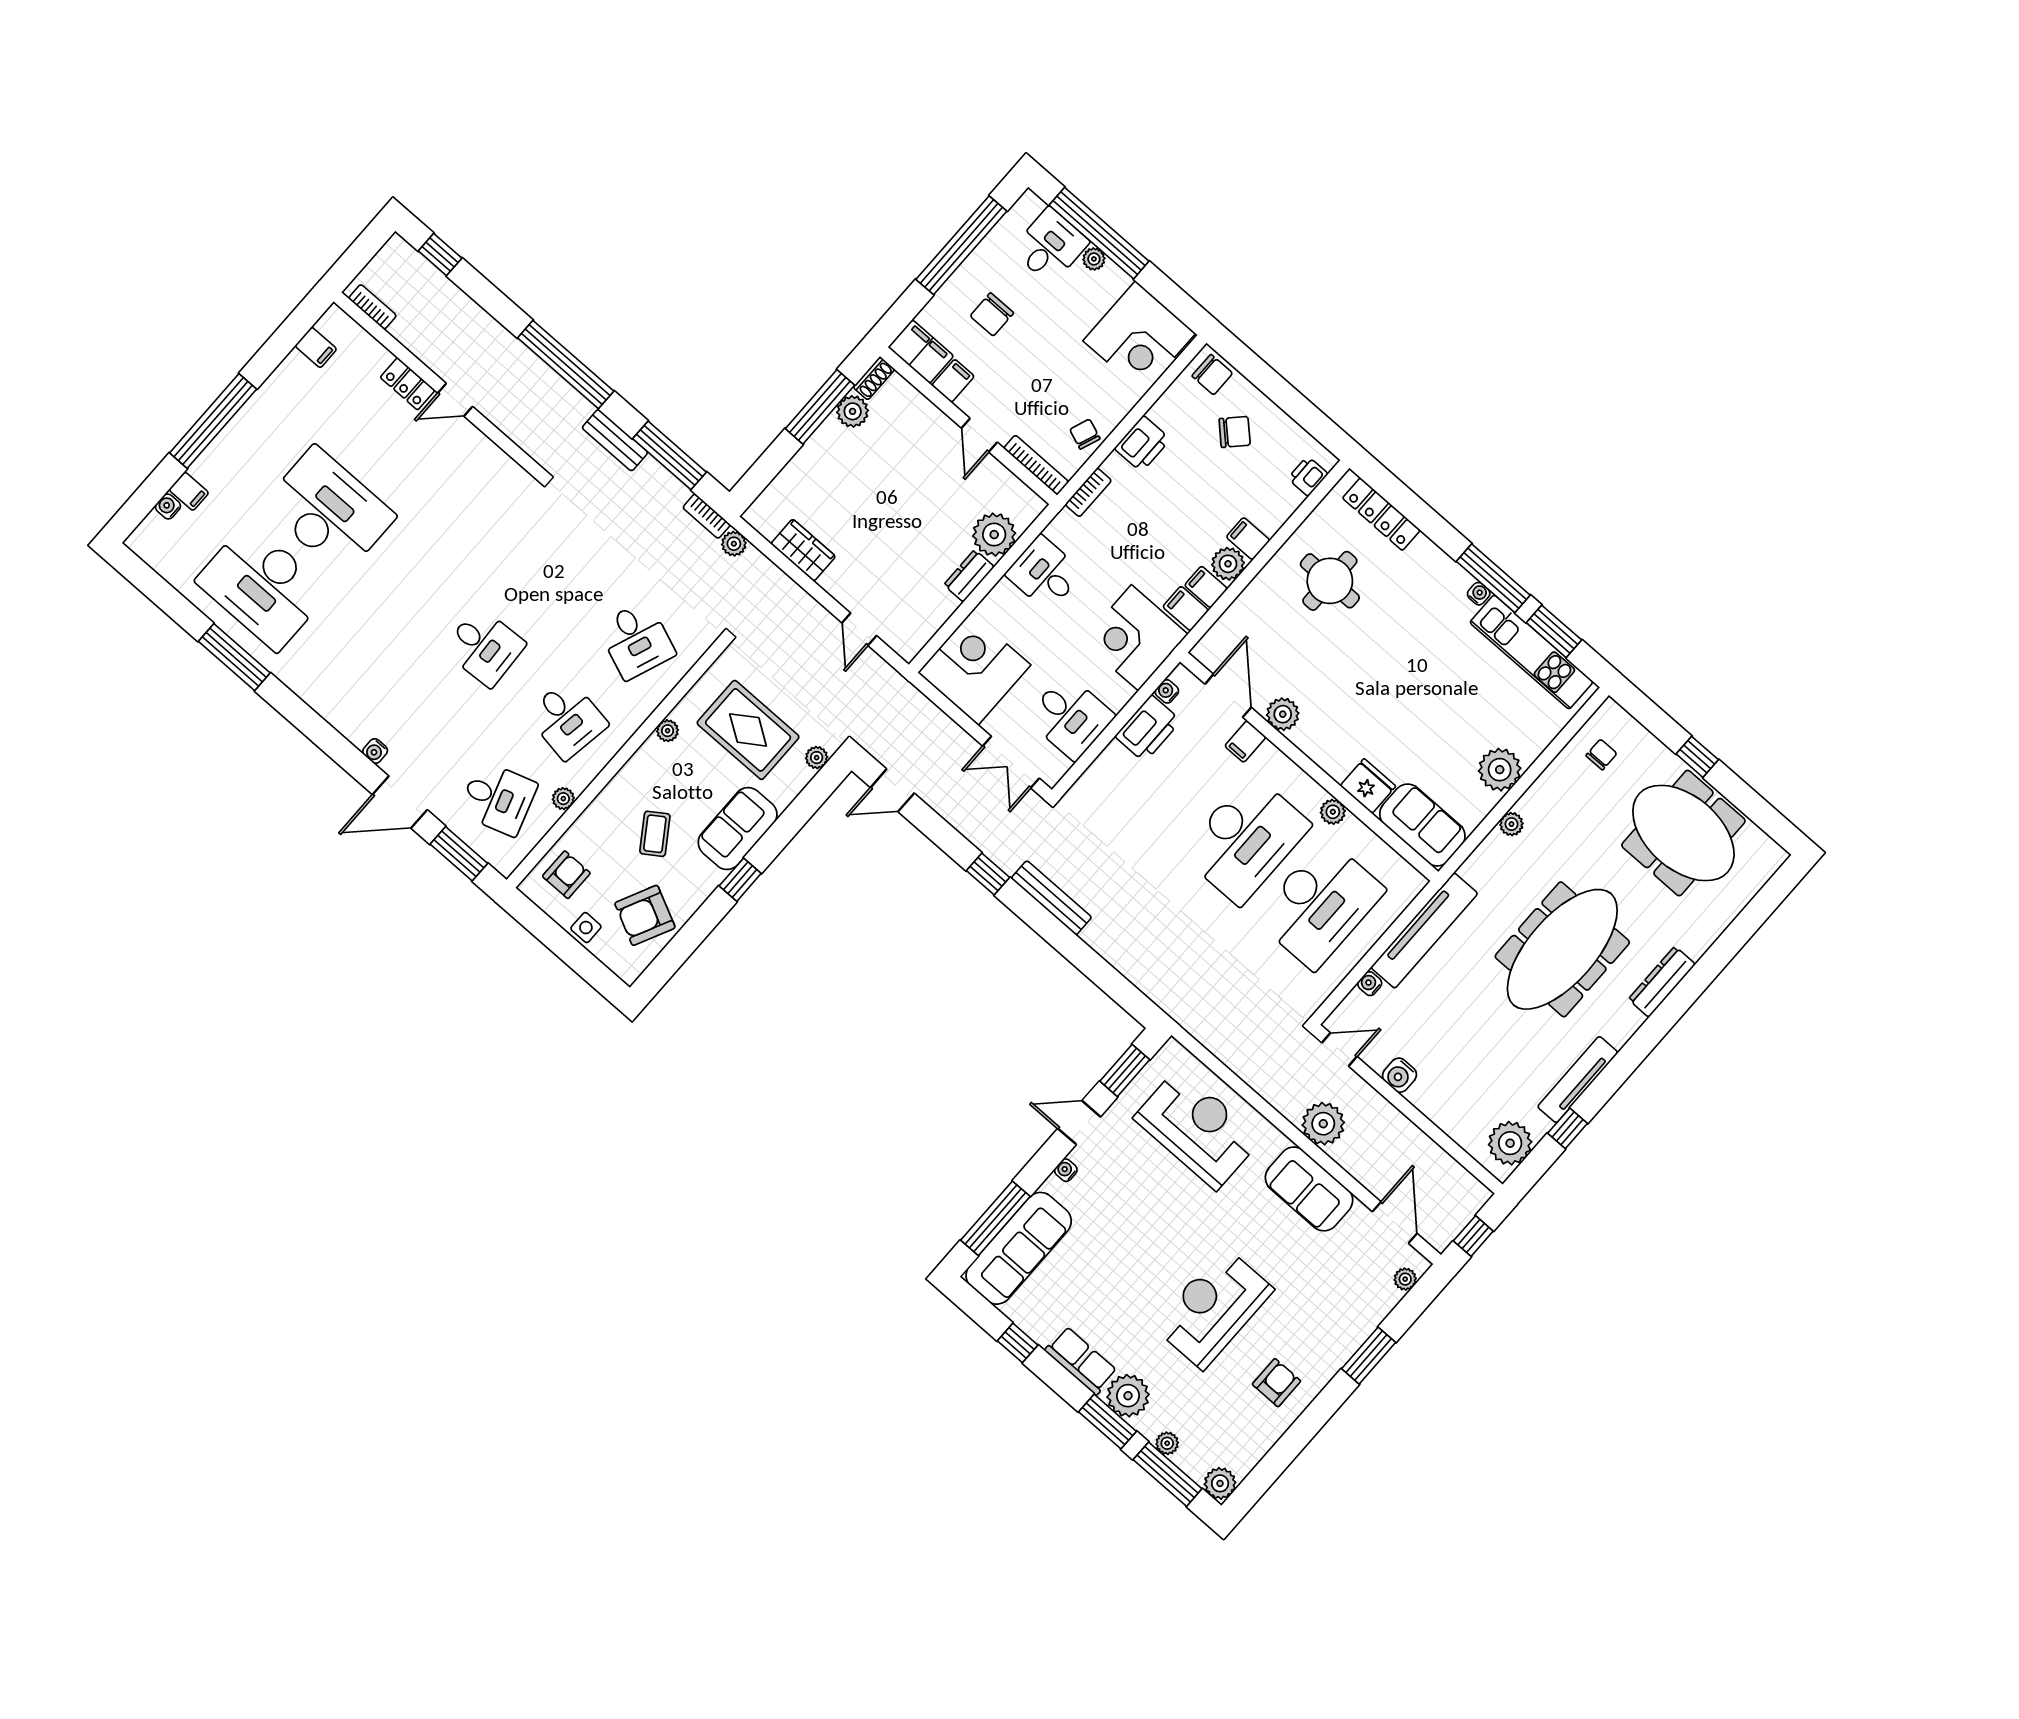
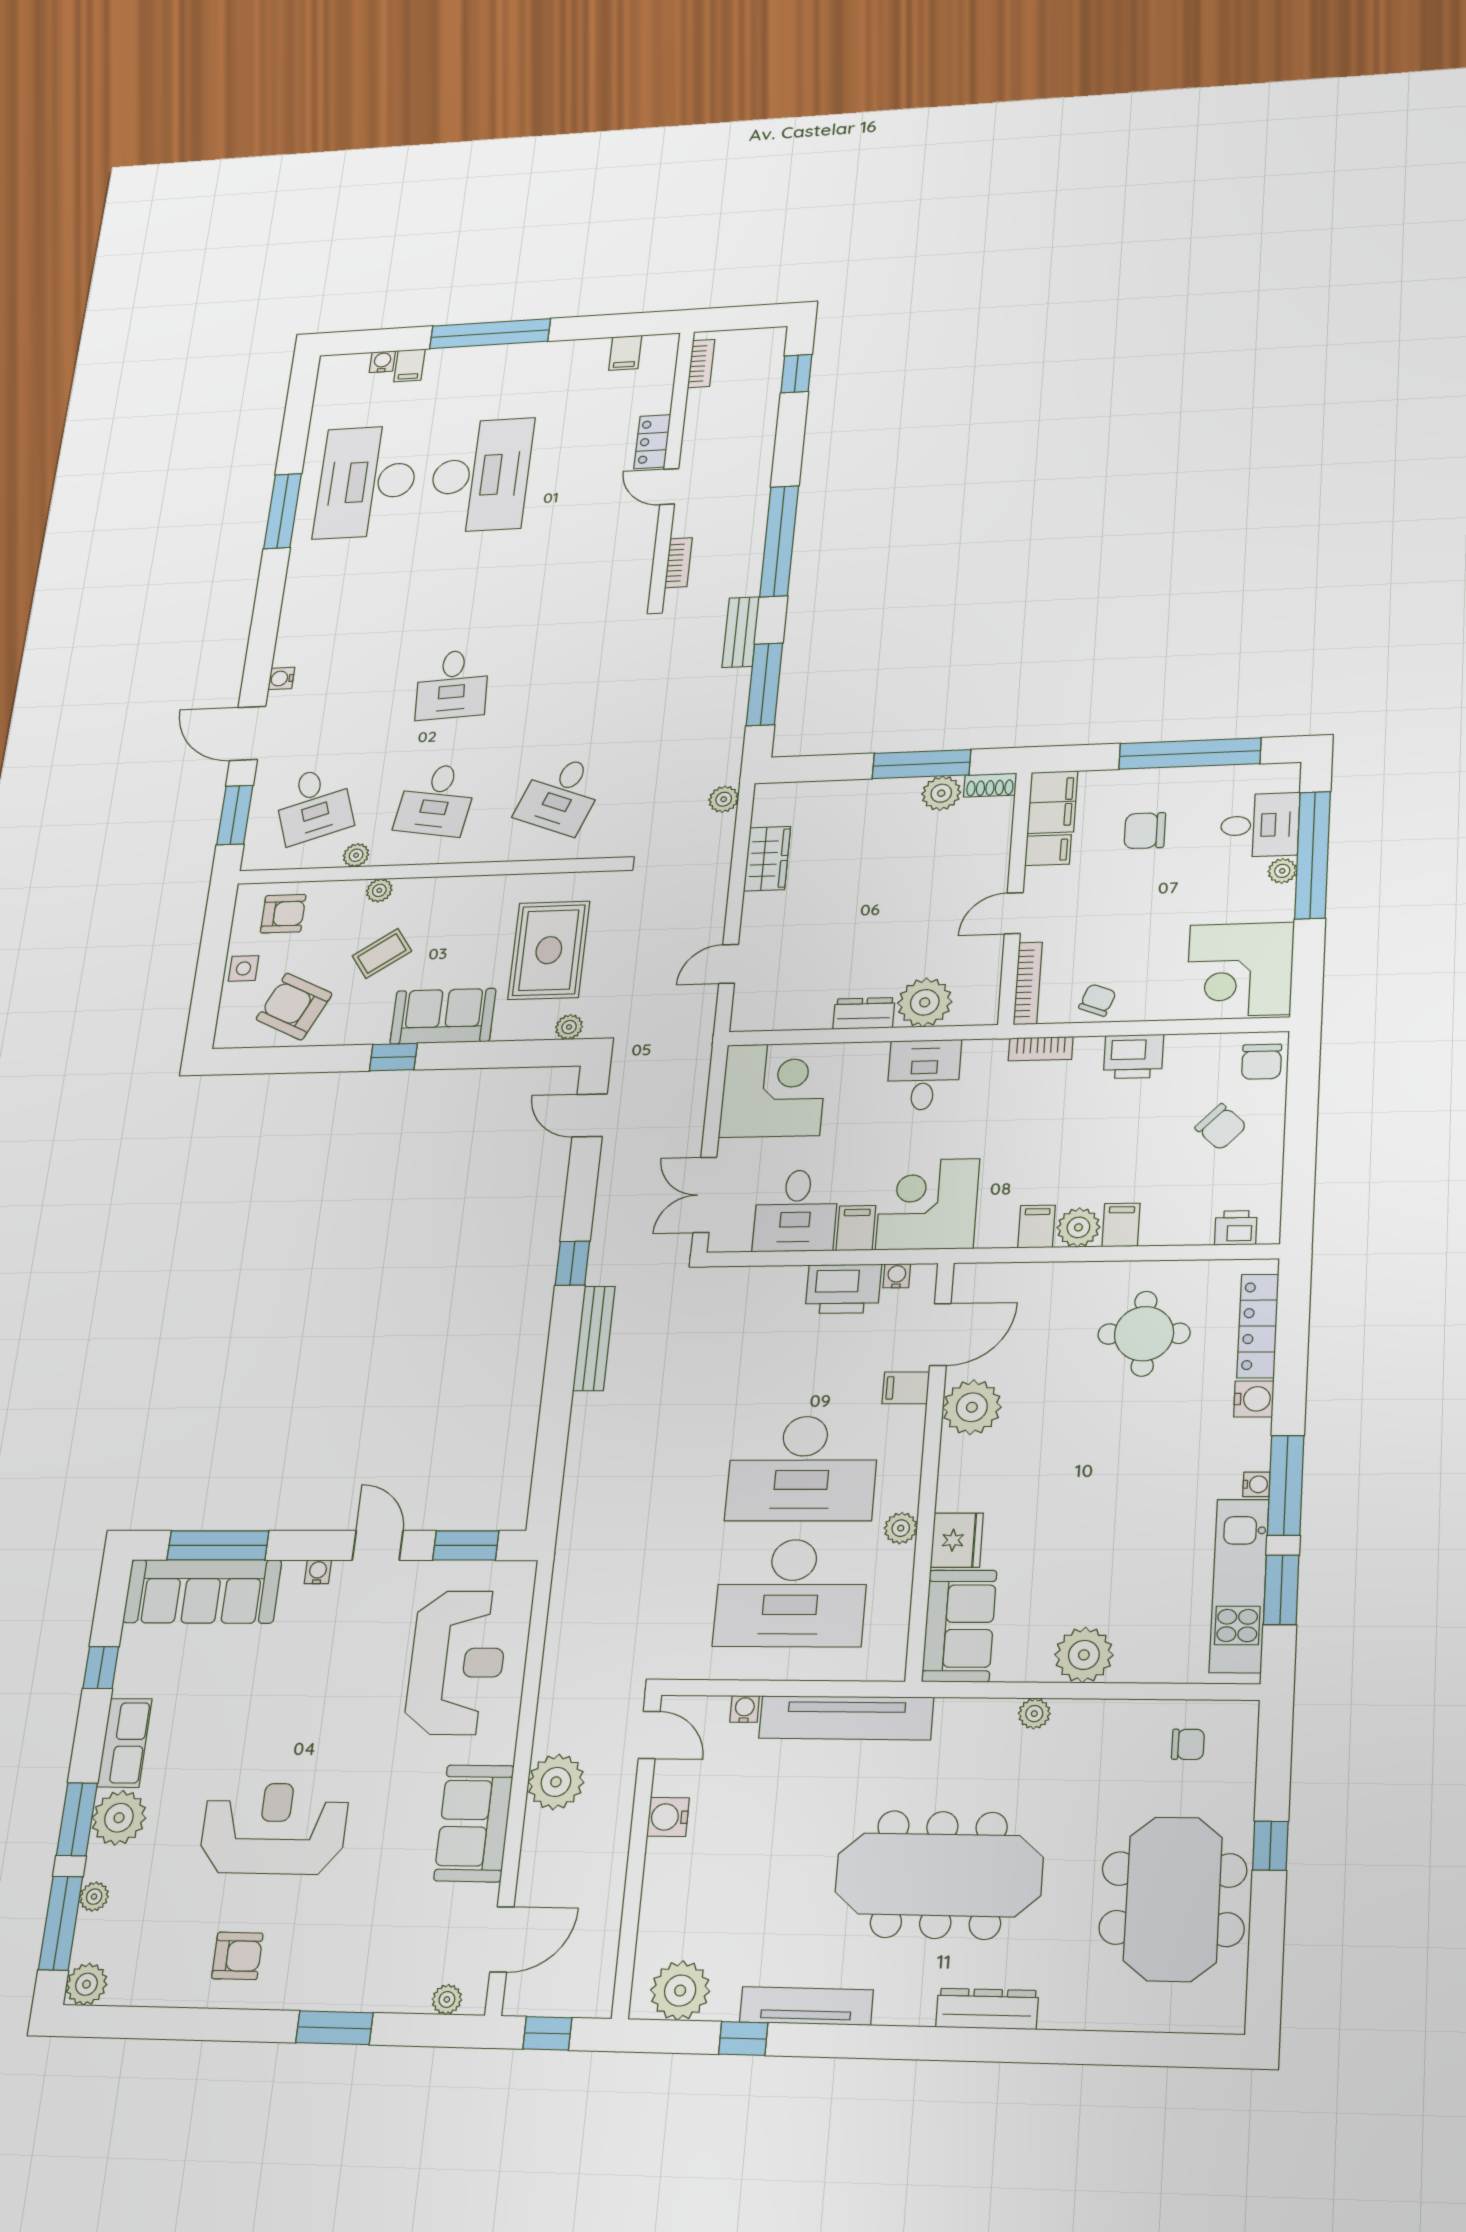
bookcase: (707, 516) -> (678, 563), moved, turned 180
water cooler: (1425, 553) -> (1254, 1399), added
filing cabinet: (1186, 609) -> (856, 1228), moved
plant: (1283, 714) -> (972, 1407), width x1.36, depth x1.36
plant: (668, 731) -> (379, 890), moved

